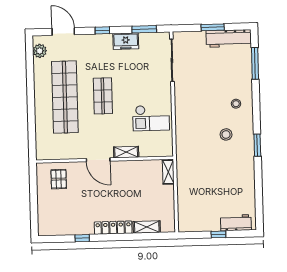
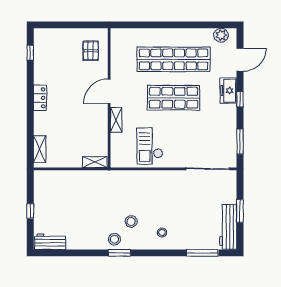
freezer: (126, 41) -> (228, 91), moved
shop shelf: (103, 96) -> (174, 98), width x1.43, depth x1.36
stool: (244, 150) -> (114, 239), added
pallet: (59, 179) -> (91, 51), turned 90
workbench: (236, 223) -> (50, 242), moved, turned -90
shelving: (147, 227) -> (40, 149), moved
locker: (113, 228) -> (40, 98), width x0.66
window: (82, 238) -> (30, 53), moved

